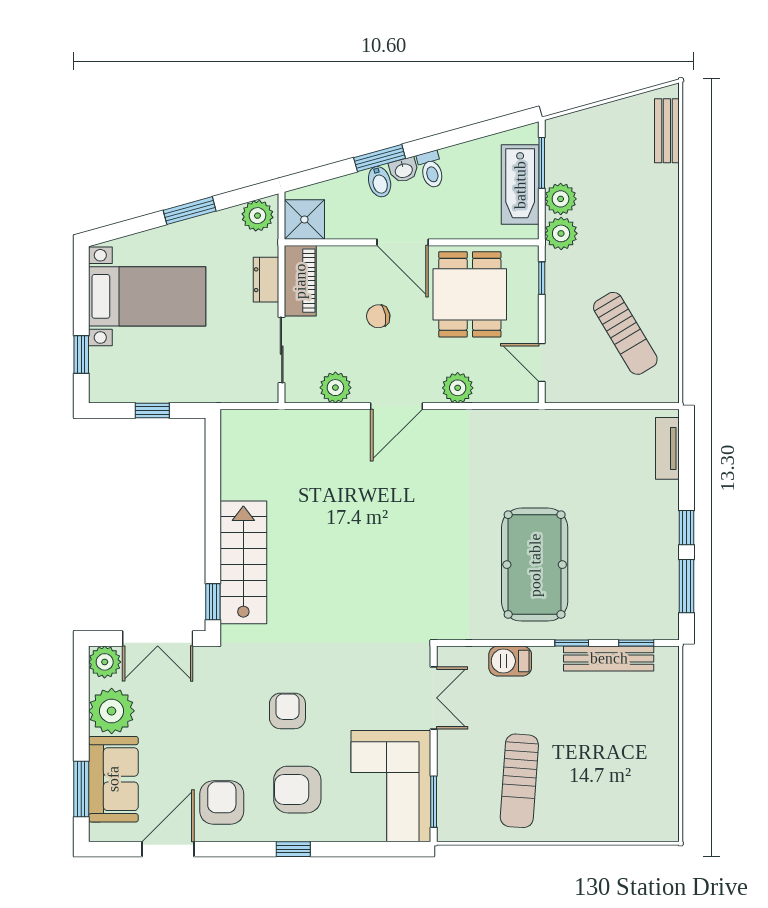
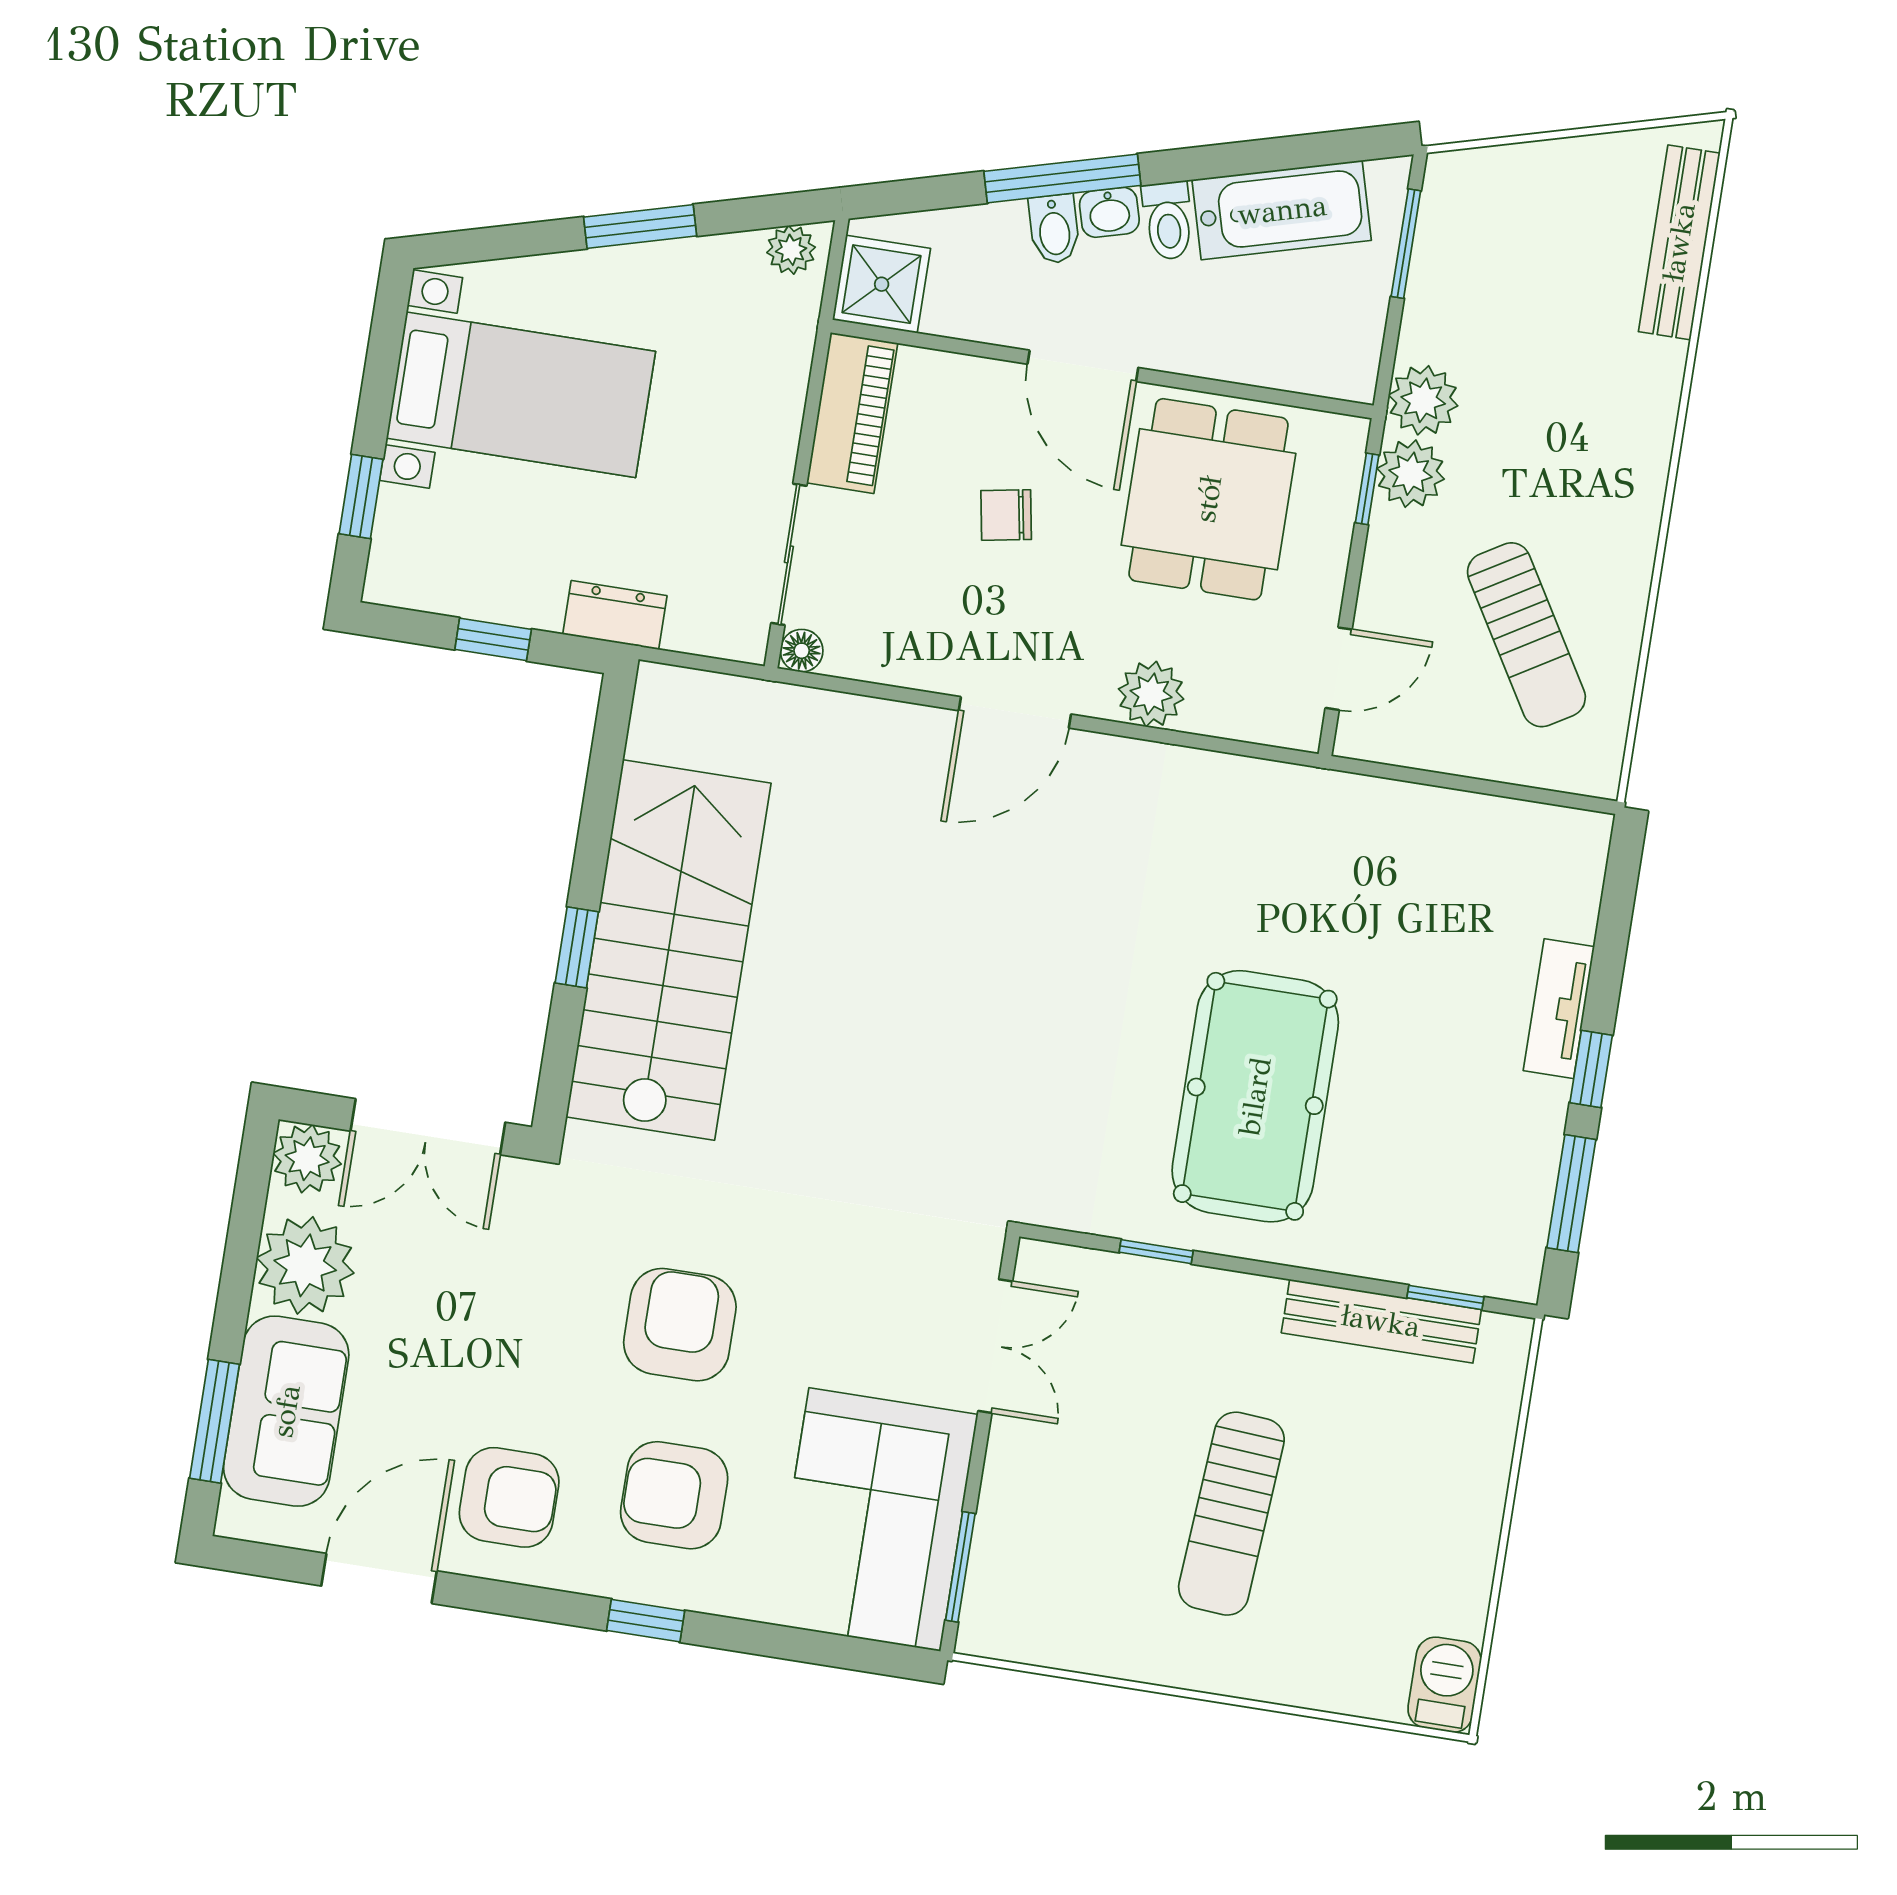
bench: (667, 131) -> (1679, 242), width x1.36
window: (380, 158) -> (1062, 178), width x1.44
bathtub: (520, 185) -> (1282, 210), moved, turned -105
plant: (561, 199) -> (1411, 474), moved
plant: (257, 216) -> (791, 250), width x0.73, depth x0.73
dresser: (266, 280) -> (615, 615), moved, turned 90
door: (542, 363) -> (1339, 669), swing flipped
plant: (335, 388) -> (891, 652), removed
floor lamp: (294, 393) -> (802, 651), added
tv unit: (667, 448) -> (1559, 1009), moved
stairs: (243, 562) -> (669, 950), width x1.36, depth x1.51
window: (213, 602) -> (577, 947), moved
window: (572, 643) -> (1156, 1252), moved
barbecue: (510, 661) -> (1445, 1685), moved, turned 90
armchair: (287, 711) -> (680, 1325), width x1.38, depth x1.38
sun lounger: (519, 781) -> (1231, 1514), moved
armchair: (222, 803) -> (509, 1497), turned 90

